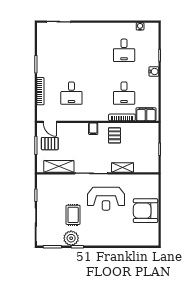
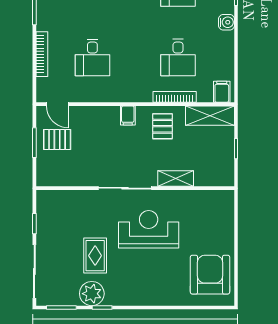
filing cabinet: (146, 114) -> (222, 92), width x0.50
shelving: (59, 166) -> (210, 116), moved
reception desk: (106, 199) -> (149, 229), turned 180
armchair: (146, 211) -> (210, 275), moved, turned 90

